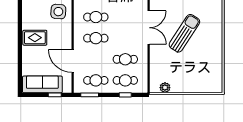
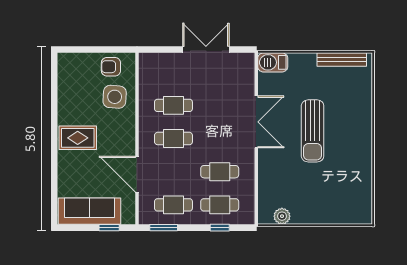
sun lounger: (184, 33) -> (313, 131), turned 147

